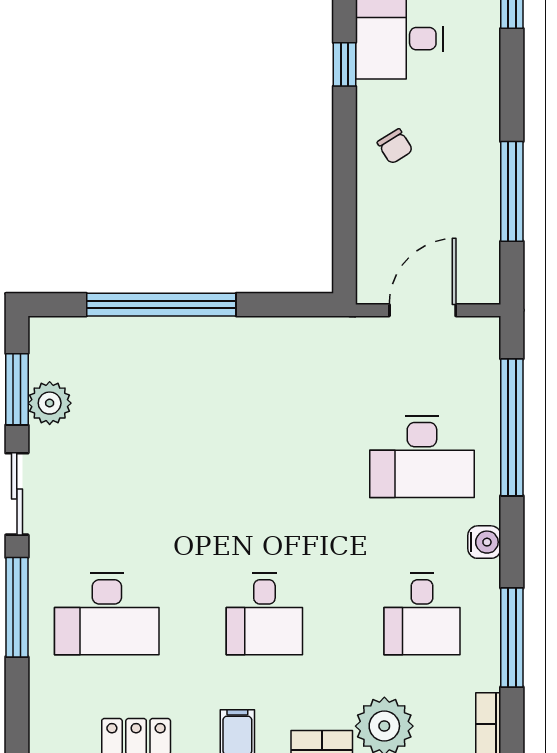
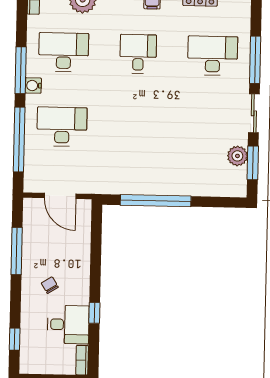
chair: (395, 146) -> (50, 285), moved
window: (161, 305) -> (156, 201), moved
door: (423, 310) -> (60, 196), hinge flipped
desk: (422, 614) -> (64, 52), width x1.37
window: (512, 638) -> (21, 70), moved

